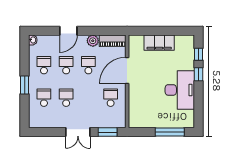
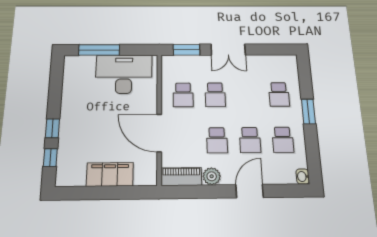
door: (127, 70) -> (159, 133), swing flipped
desk: (180, 90) -> (124, 74), moved, turned 90
school desk: (66, 98) -> (215, 95), moved
double door: (78, 132) -> (228, 50), swing flipped

